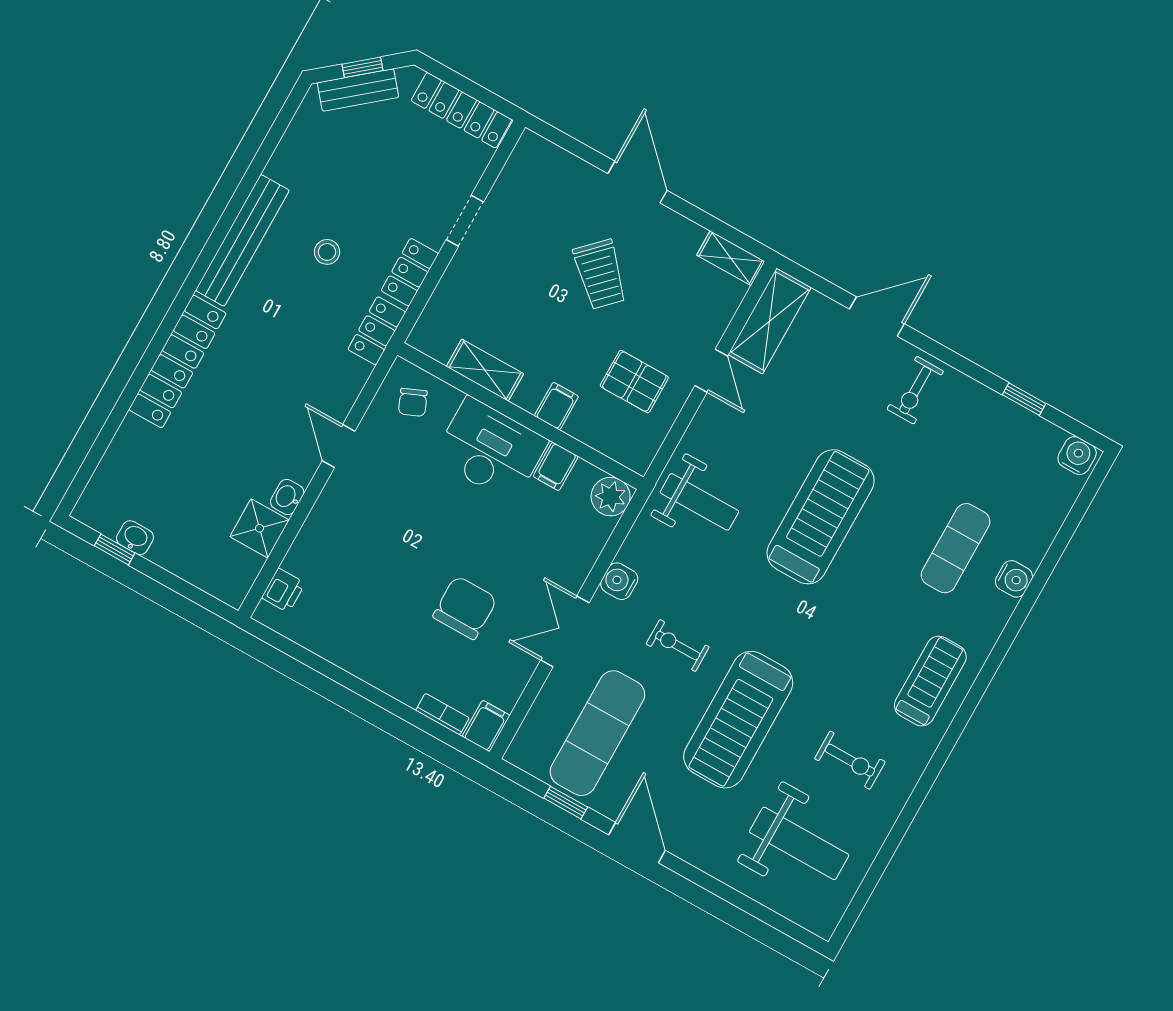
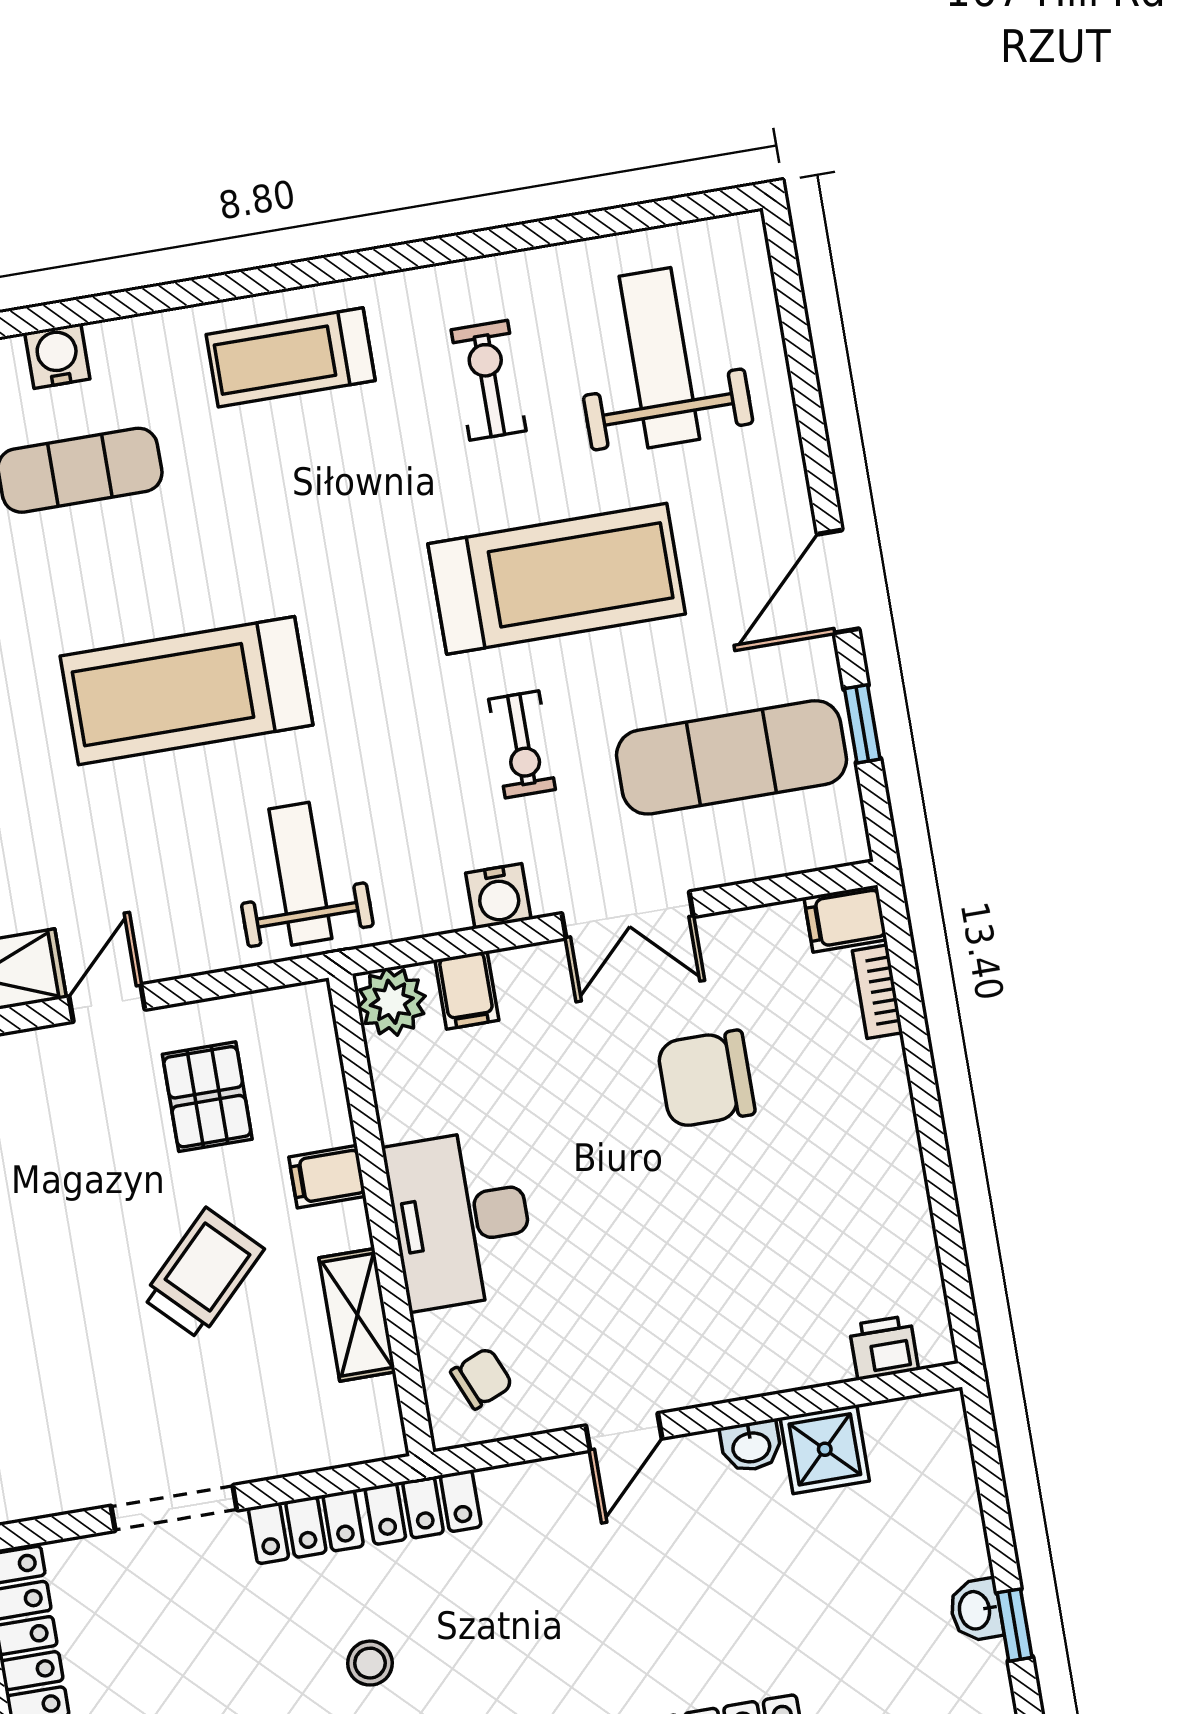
doorway: (465, 221) -> (174, 1508), width x1.38
trolley: (600, 274) -> (203, 1273), moved
filing cabinet: (556, 466) -> (467, 990), moved, turned 90

